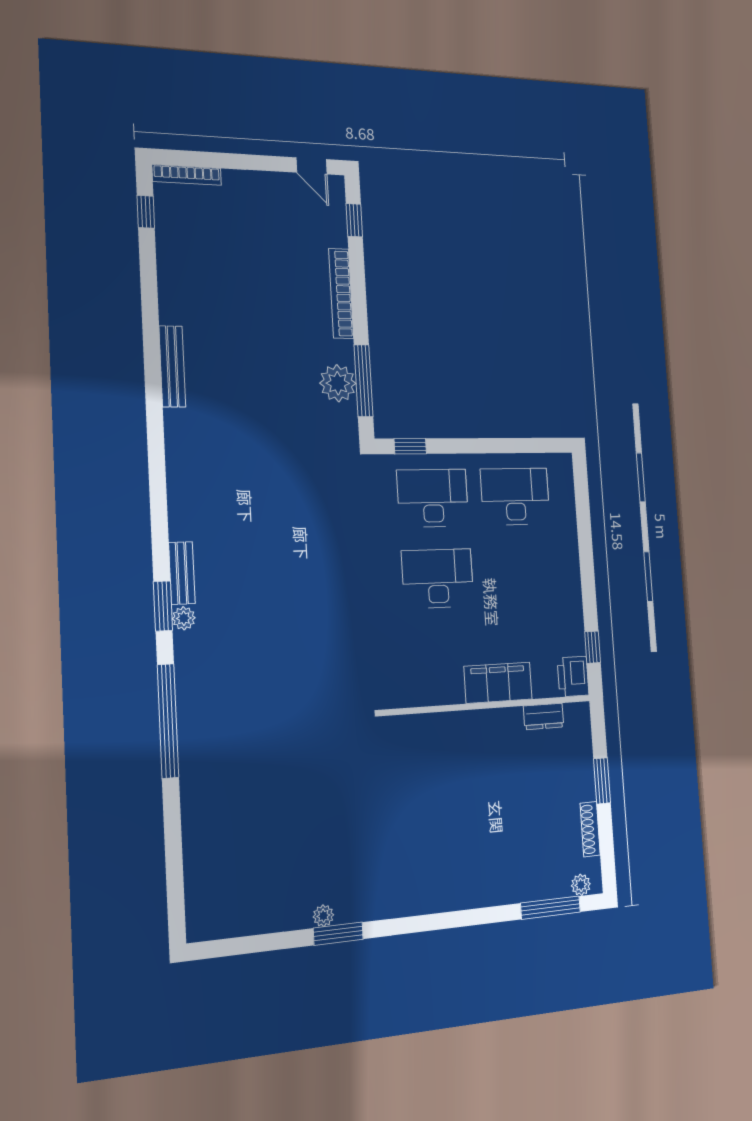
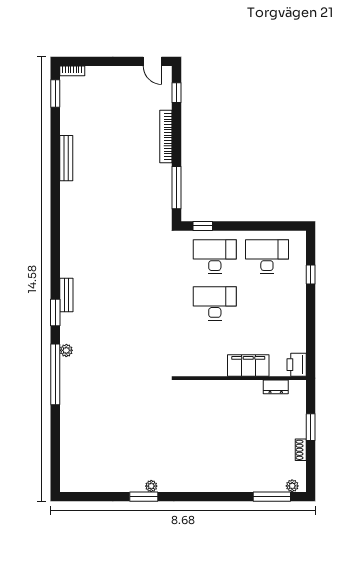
bookcase: (187, 175) -> (72, 71), width x0.64
window: (146, 212) -> (55, 93), width x1.50
bench: (172, 366) -> (66, 158), moved
plant: (338, 383) -> (161, 189), removed
plant: (184, 618) -> (66, 350), moved
window: (593, 647) -> (311, 274), moved
shoe rack: (590, 829) -> (301, 450), width x0.70
plant: (323, 916) -> (151, 486), moved

